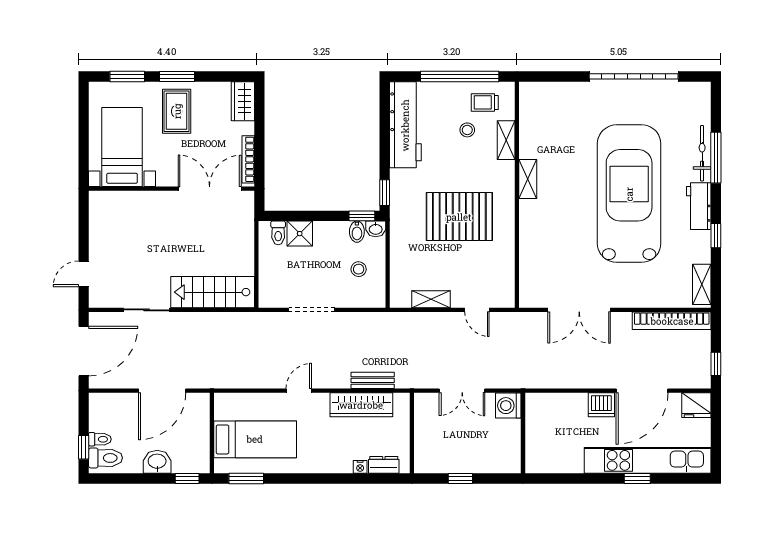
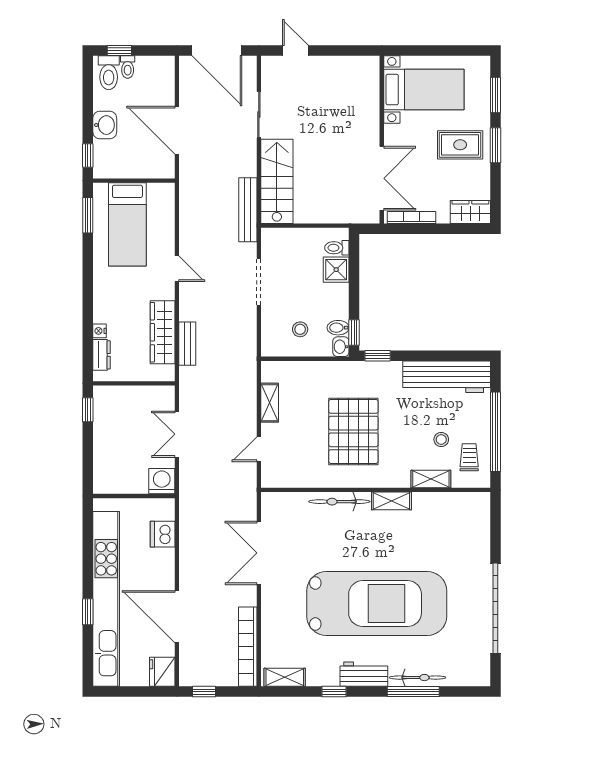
bicycle: (529, 230) -> (339, 502), added
bench: (241, 321) -> (248, 210), added
dishwasher: (601, 405) -> (163, 534), moved
kitchen unit: (648, 460) -> (106, 599), width x1.36
window: (460, 479) -> (88, 410), moved

